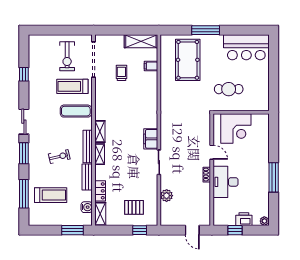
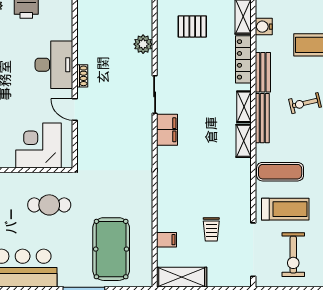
exercise bike: (67, 56) -> (293, 255), turned 180
locker: (100, 191) -> (243, 59), width x1.53

